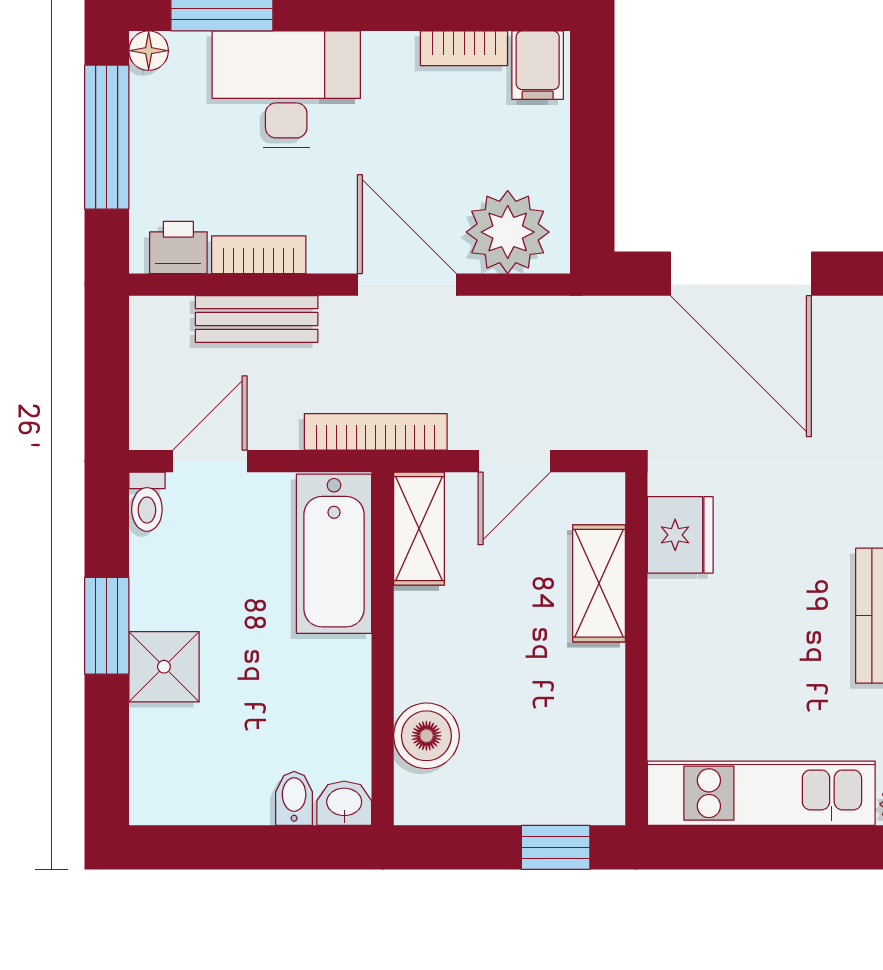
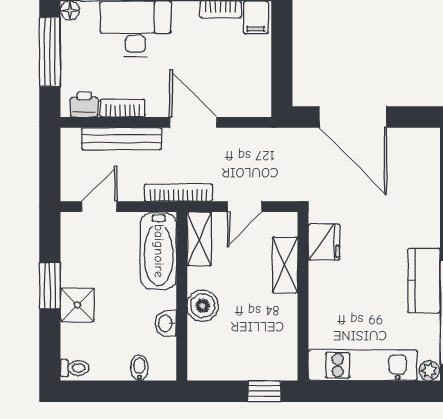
plant: (508, 232) -> (242, 97), removed
bench: (257, 319) -> (122, 139), width x1.36
toilet: (147, 502) -> (75, 368), moved, turned -90
boiler: (426, 736) -> (203, 306), moved
washbasin: (344, 803) -> (166, 323), moved, turned -90

